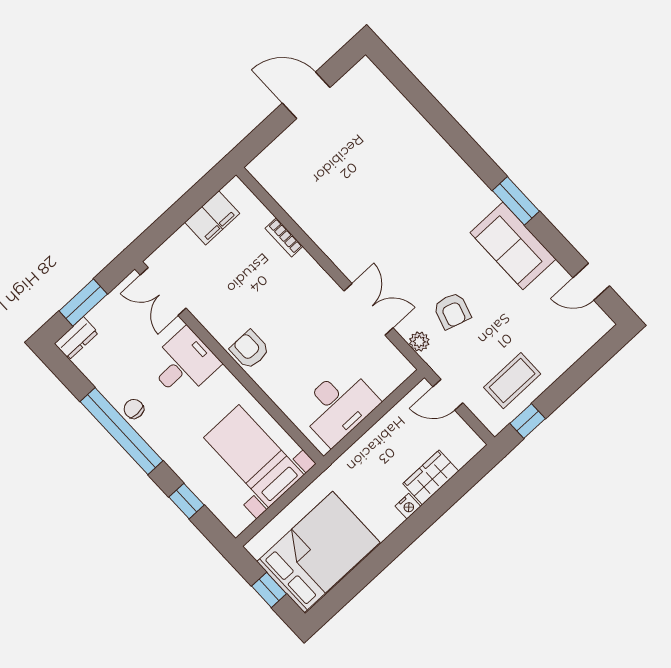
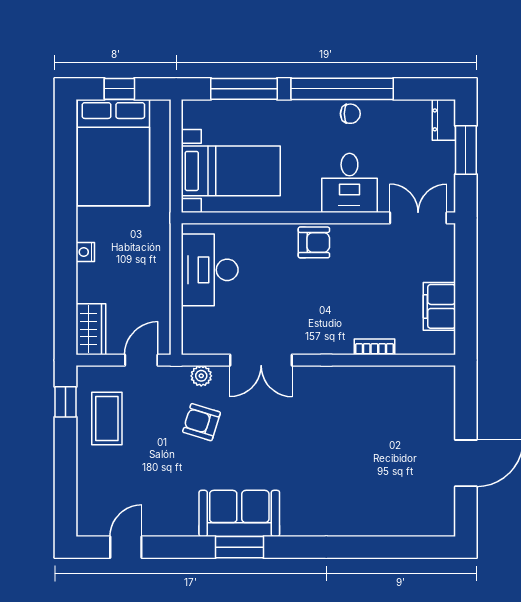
sofa: (513, 246) -> (239, 513), moved
wardrobe: (431, 477) -> (91, 329), moved
window: (186, 501) -> (244, 89), width x2.17

